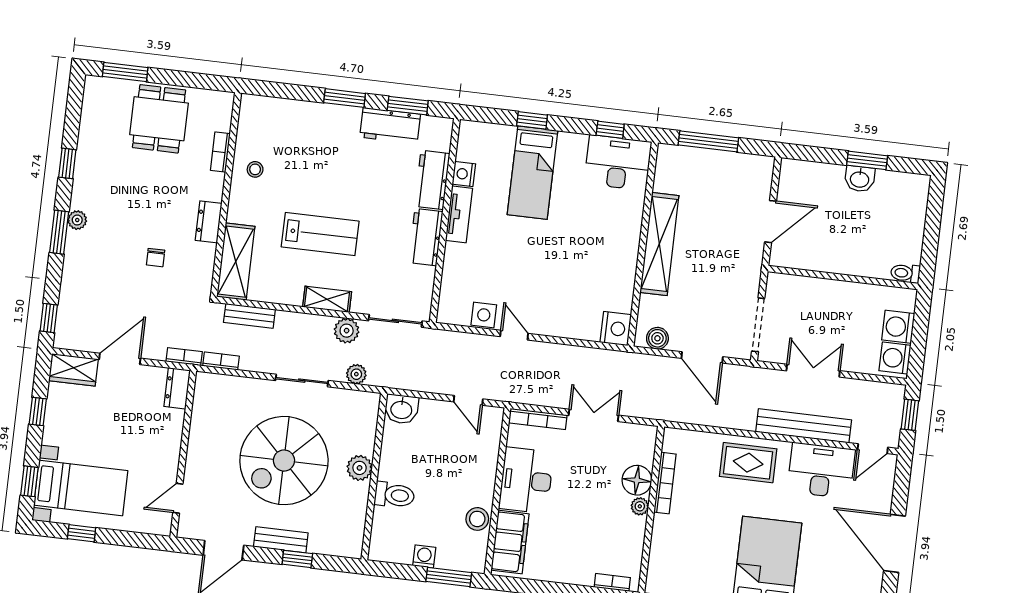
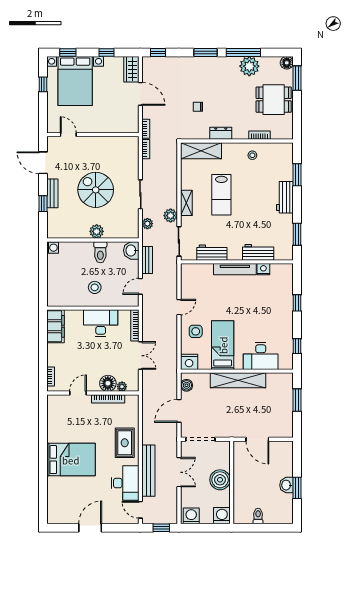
floor lamp: (95, 87) -> (287, 63), added
window: (345, 98) -> (297, 175), moved
workbench: (390, 126) -> (285, 197), moved
window: (708, 141) -> (297, 400), width x0.69
window: (67, 163) -> (243, 53), width x2.17
desk: (618, 163) -> (261, 356), moved, turned 90
bed: (533, 173) -> (223, 345), moved, turned 90
tv unit: (459, 214) -> (235, 269), width x1.41
plant: (77, 220) -> (249, 66), moved, width x1.87, depth x1.87
workbench: (426, 237) -> (212, 253), moved
toilet: (905, 273) -> (258, 516), moved
boiler: (836, 298) -> (220, 480), added
side table: (484, 315) -> (196, 331), moved
bench: (249, 316) -> (147, 260), moved
washing machine: (898, 327) -> (222, 516), moved
dresser: (177, 388) -> (128, 127), removed
spiral stairs: (284, 461) -> (96, 190), width x0.73, depth x0.73
bed with nightstands: (81, 488) -> (75, 81), width x1.36
toilet: (394, 495) -> (100, 252), moved
plant: (640, 506) -> (122, 387), moved
stool: (477, 519) -> (95, 287), moved
door: (648, 536) -> (78, 393), added
filing cabinet: (510, 542) -> (55, 326), moved, turned -90
door: (895, 543) -> (90, 528), width x0.73
washing machine: (424, 556) -> (53, 248), moved
window: (449, 577) -> (43, 287), removed

